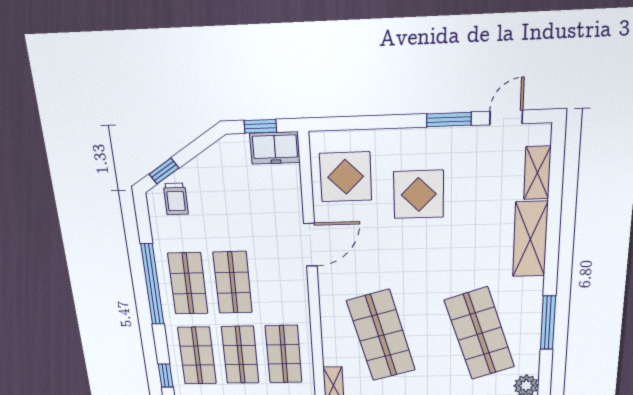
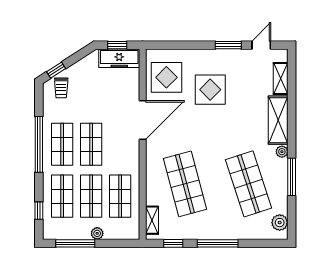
freezer: (275, 148) -> (119, 58), width x1.40
door: (310, 245) -> (143, 120), width x1.36
plant: (534, 286) -> (282, 152), added

